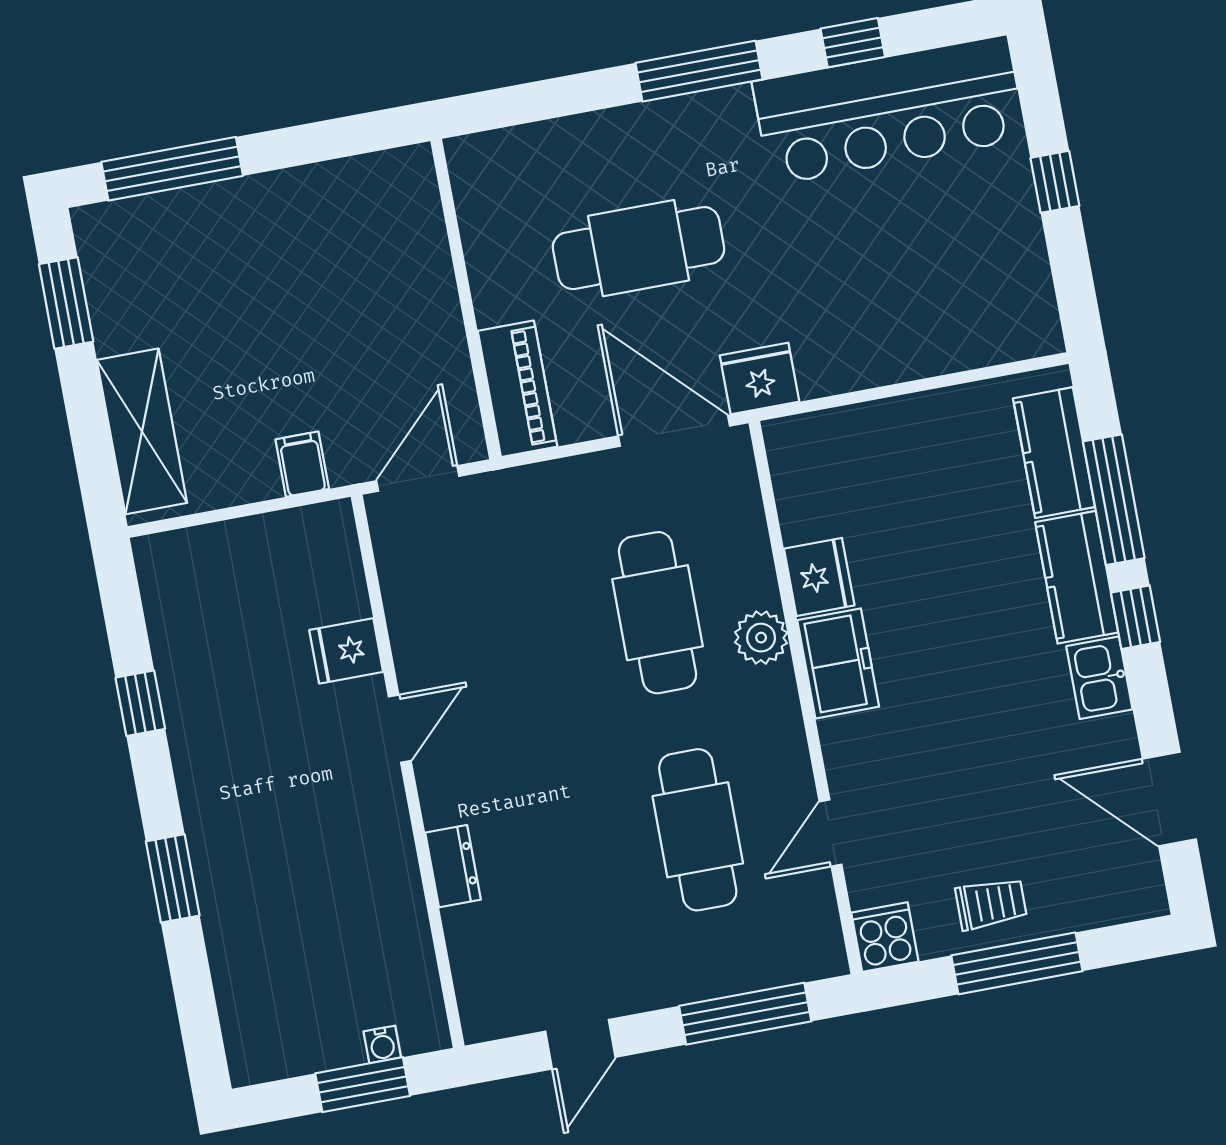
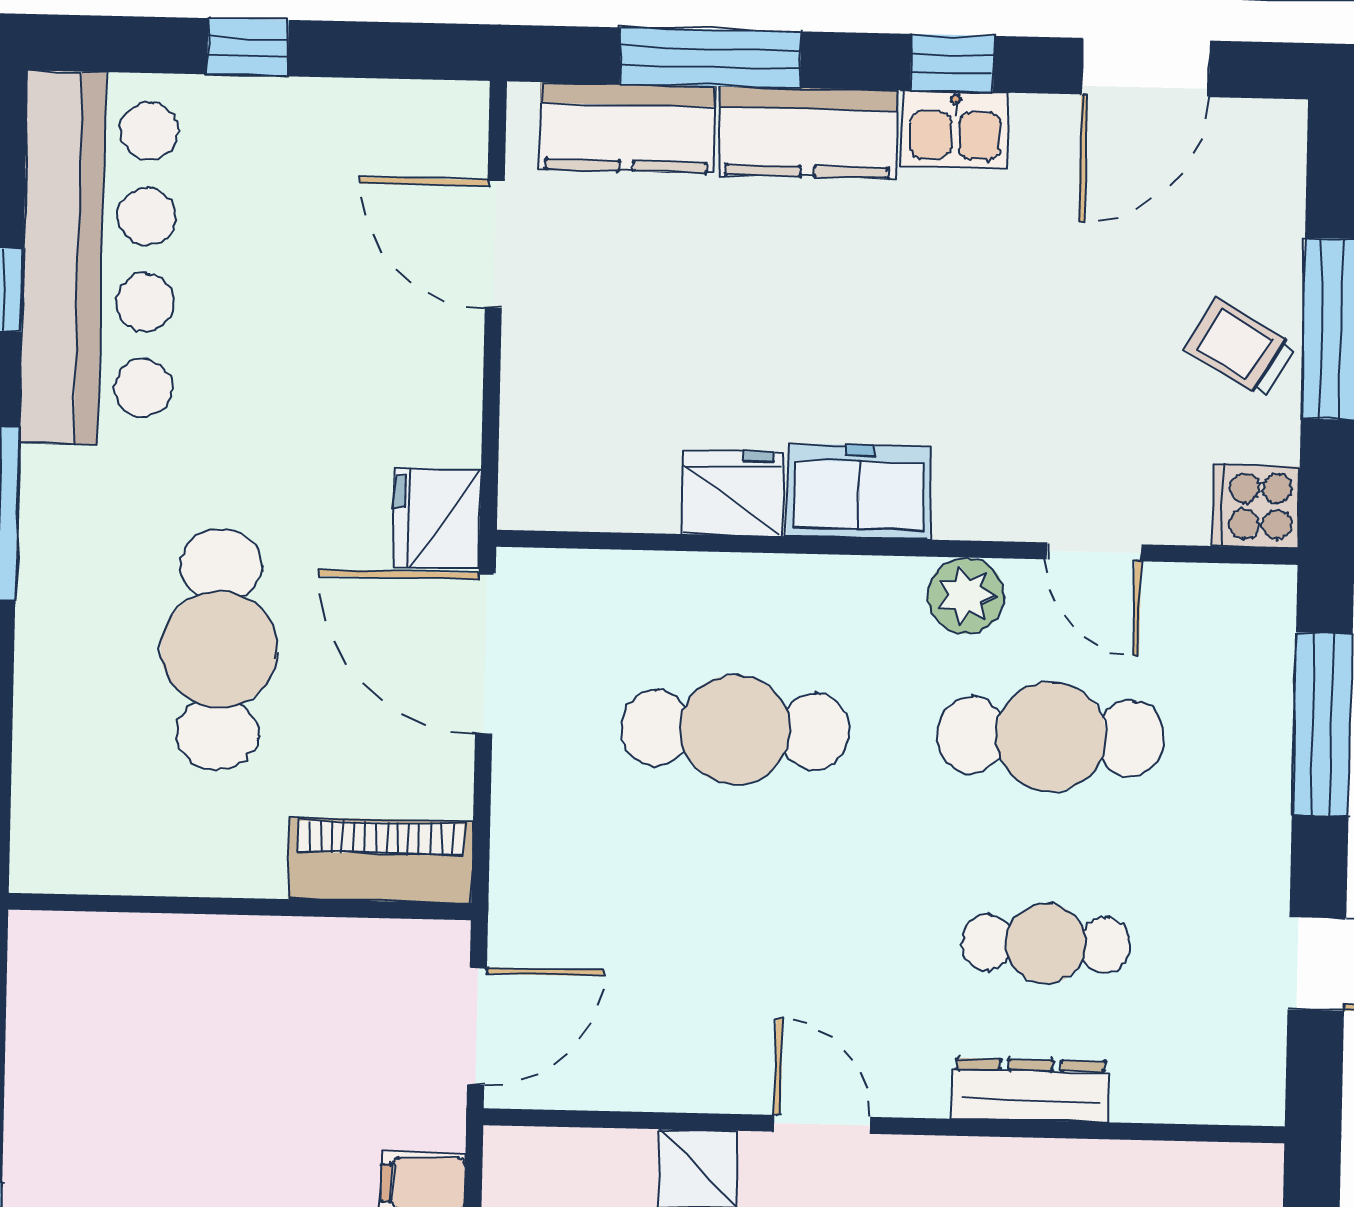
door: (955, 379) -> (495, 244), added
door: (674, 431) -> (485, 653), hinge flipped
door: (418, 478) -> (477, 1026), swing flipped
window: (1136, 617) -> (952, 63), moved
plant: (761, 638) -> (966, 596), moved
cafe table: (556, 856) -> (1046, 944), added
dresser: (453, 866) -> (1030, 1090), width x1.44
trolley: (991, 904) -> (1240, 348), turned -59

